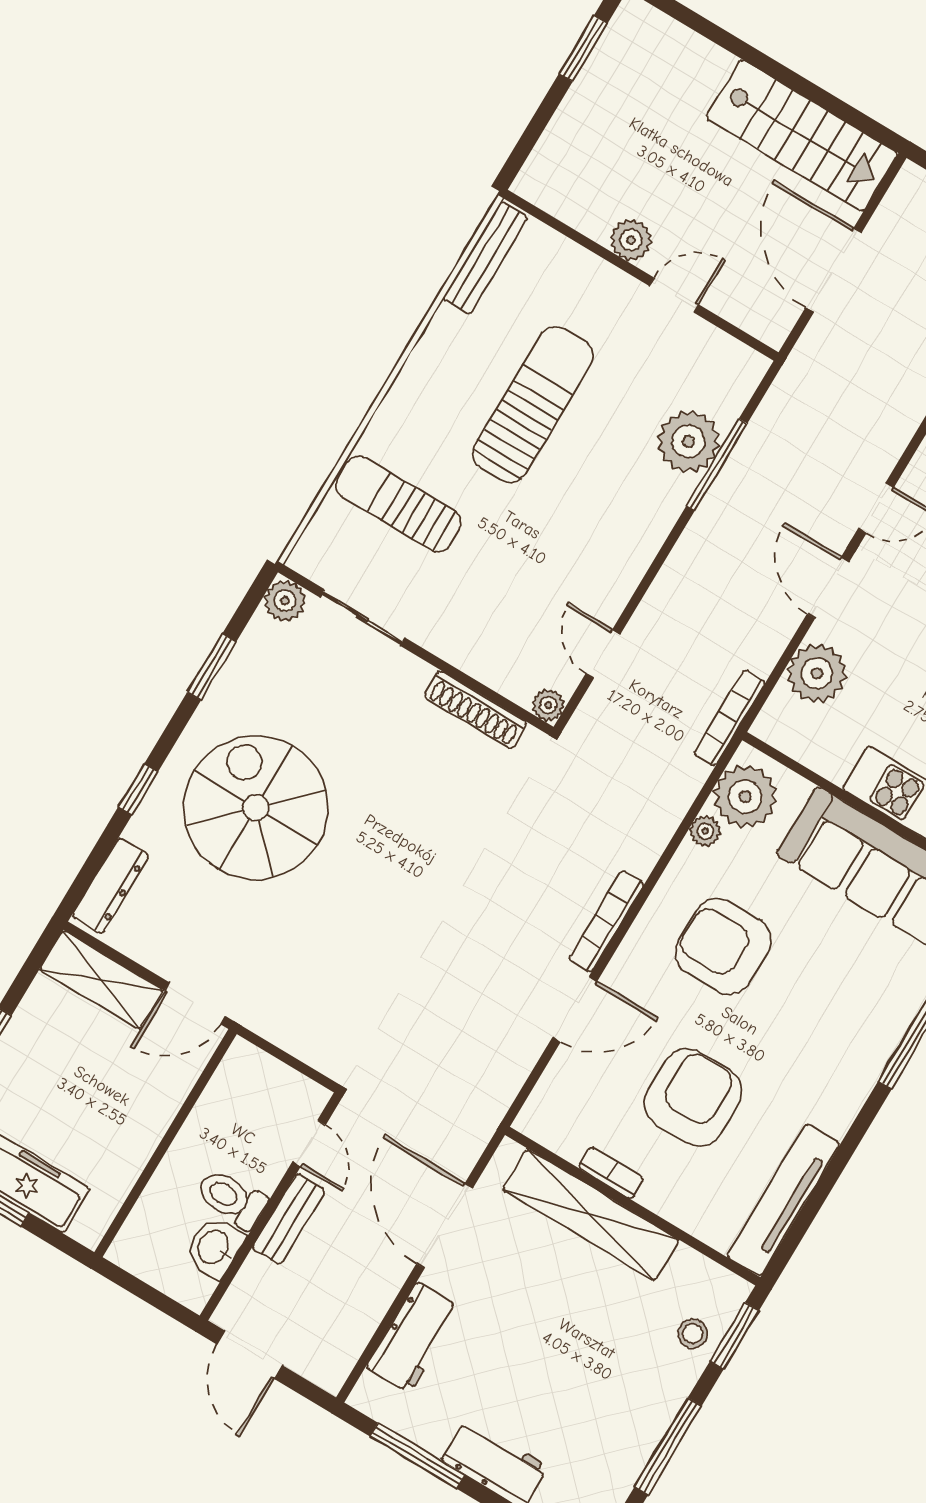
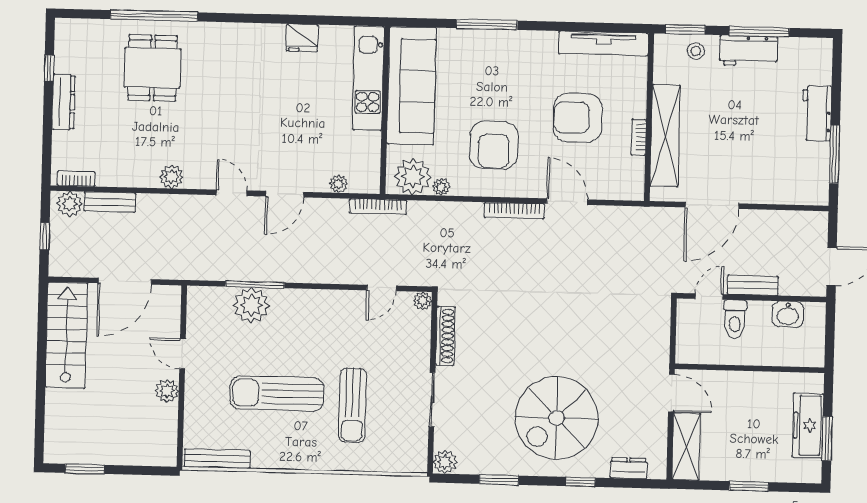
sun lounger: (398, 504) -> (352, 405), moved
sliding door: (362, 618) -> (432, 400), moved
plant: (817, 673) -> (339, 184), width x0.53, depth x0.53
dresser: (111, 886) -> (629, 468), width x0.70
toilet: (231, 1199) -> (735, 319), moved
workbench: (413, 1337) -> (748, 51), moved, turned 180

